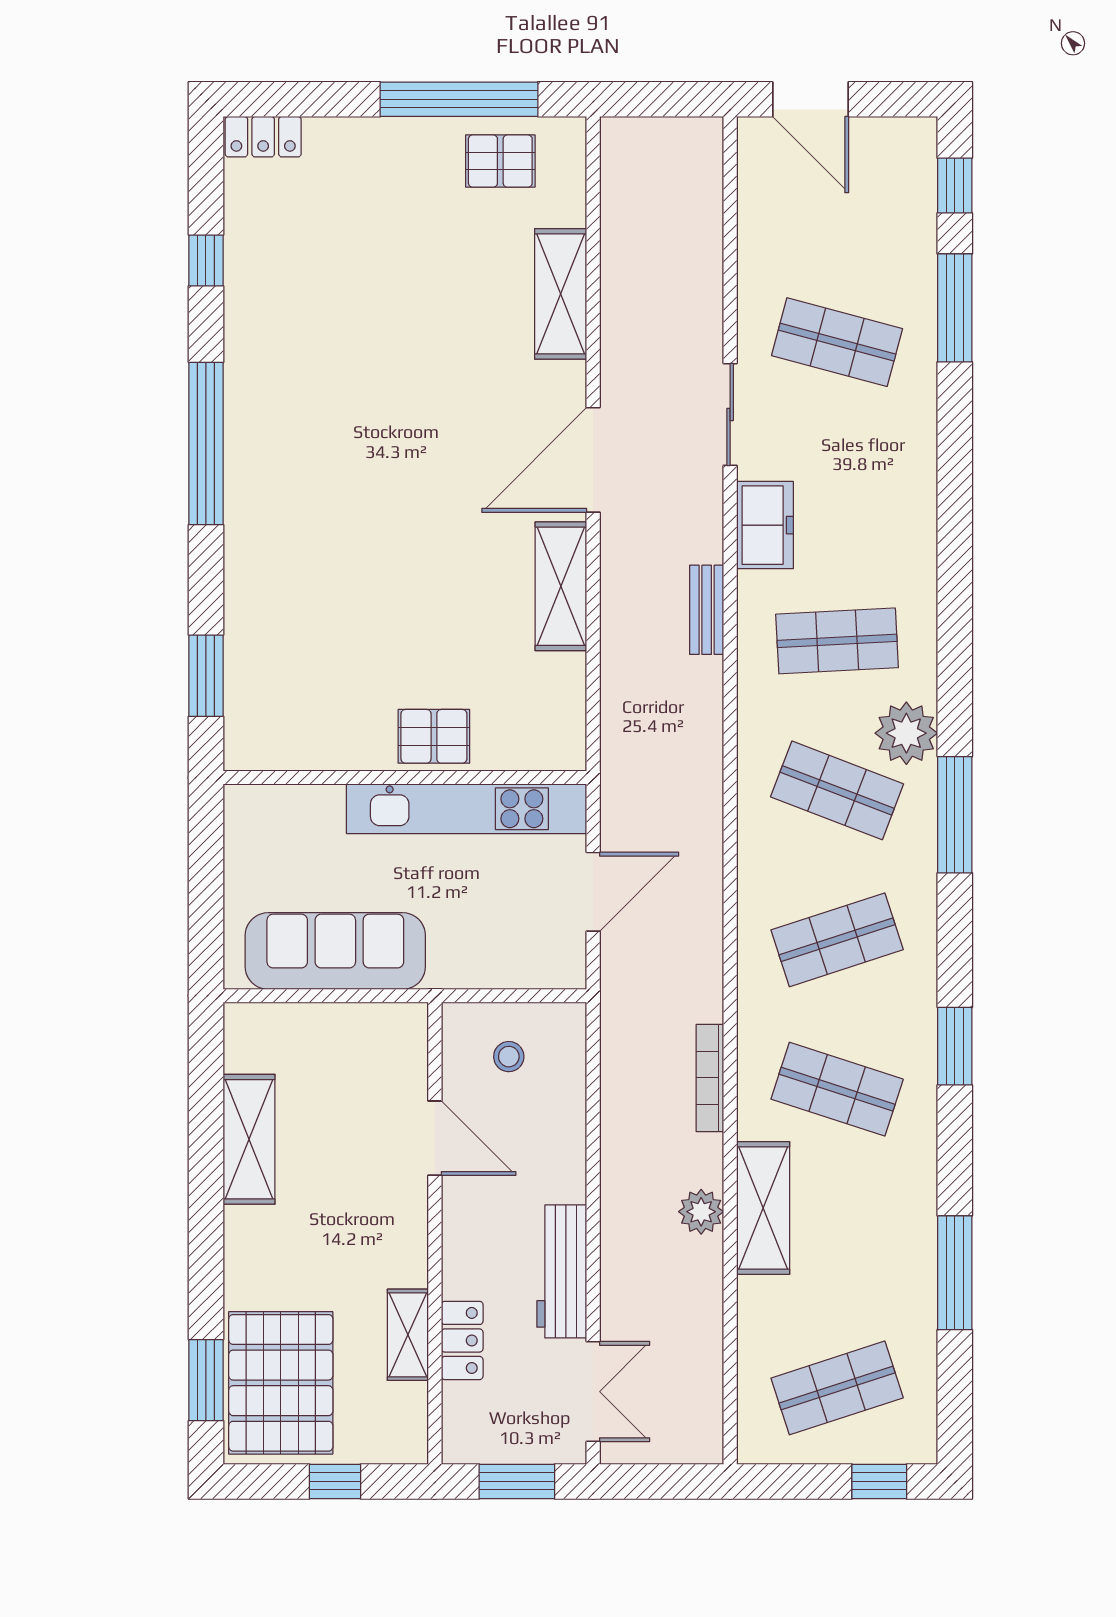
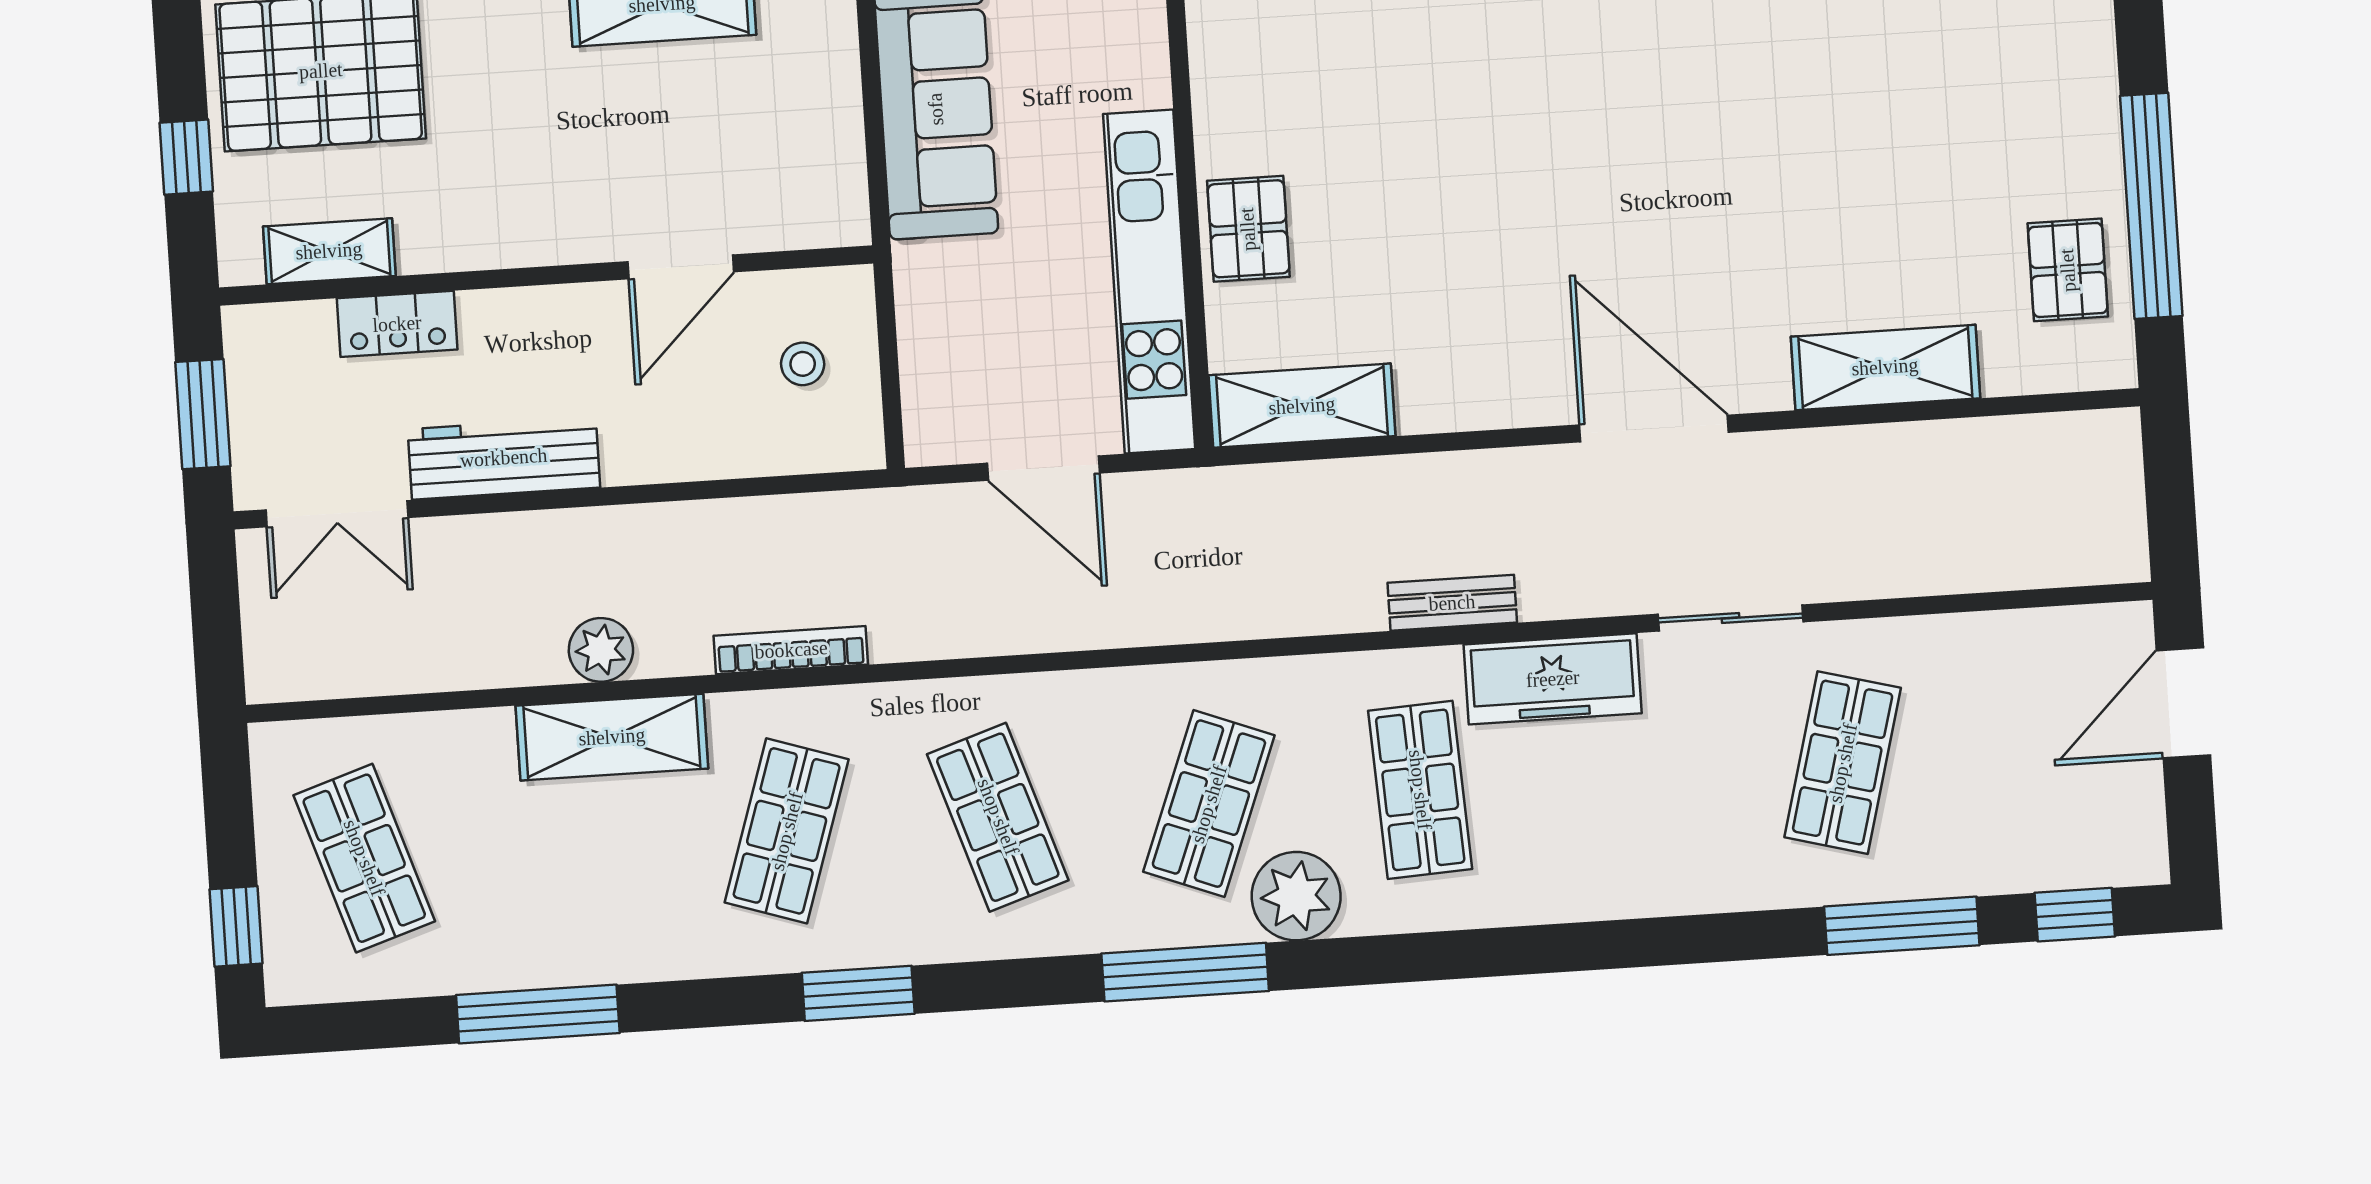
freezer: (765, 525) -> (1553, 679), width x1.40
shelving: (561, 586) -> (1302, 406), moved
shelving: (408, 1335) -> (329, 251), moved

